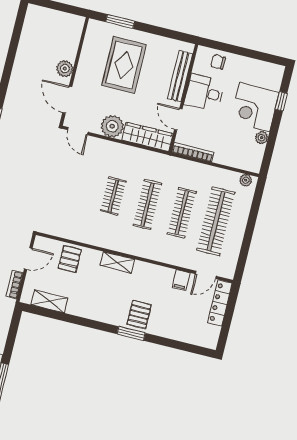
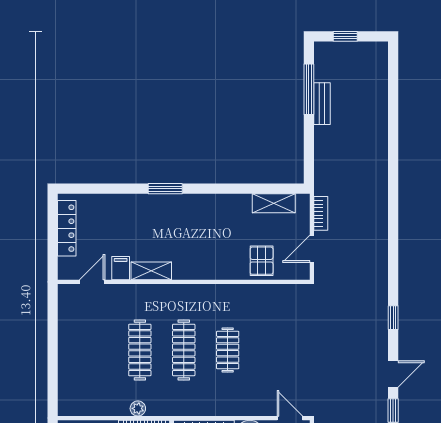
plant: (246, 180) -> (138, 408), moved
clothes rail: (216, 221) -> (96, 350), removed
shelving: (117, 262) -> (151, 271), moved
locker: (220, 303) -> (67, 228), moved
pallet: (139, 314) -> (161, 214), removed

